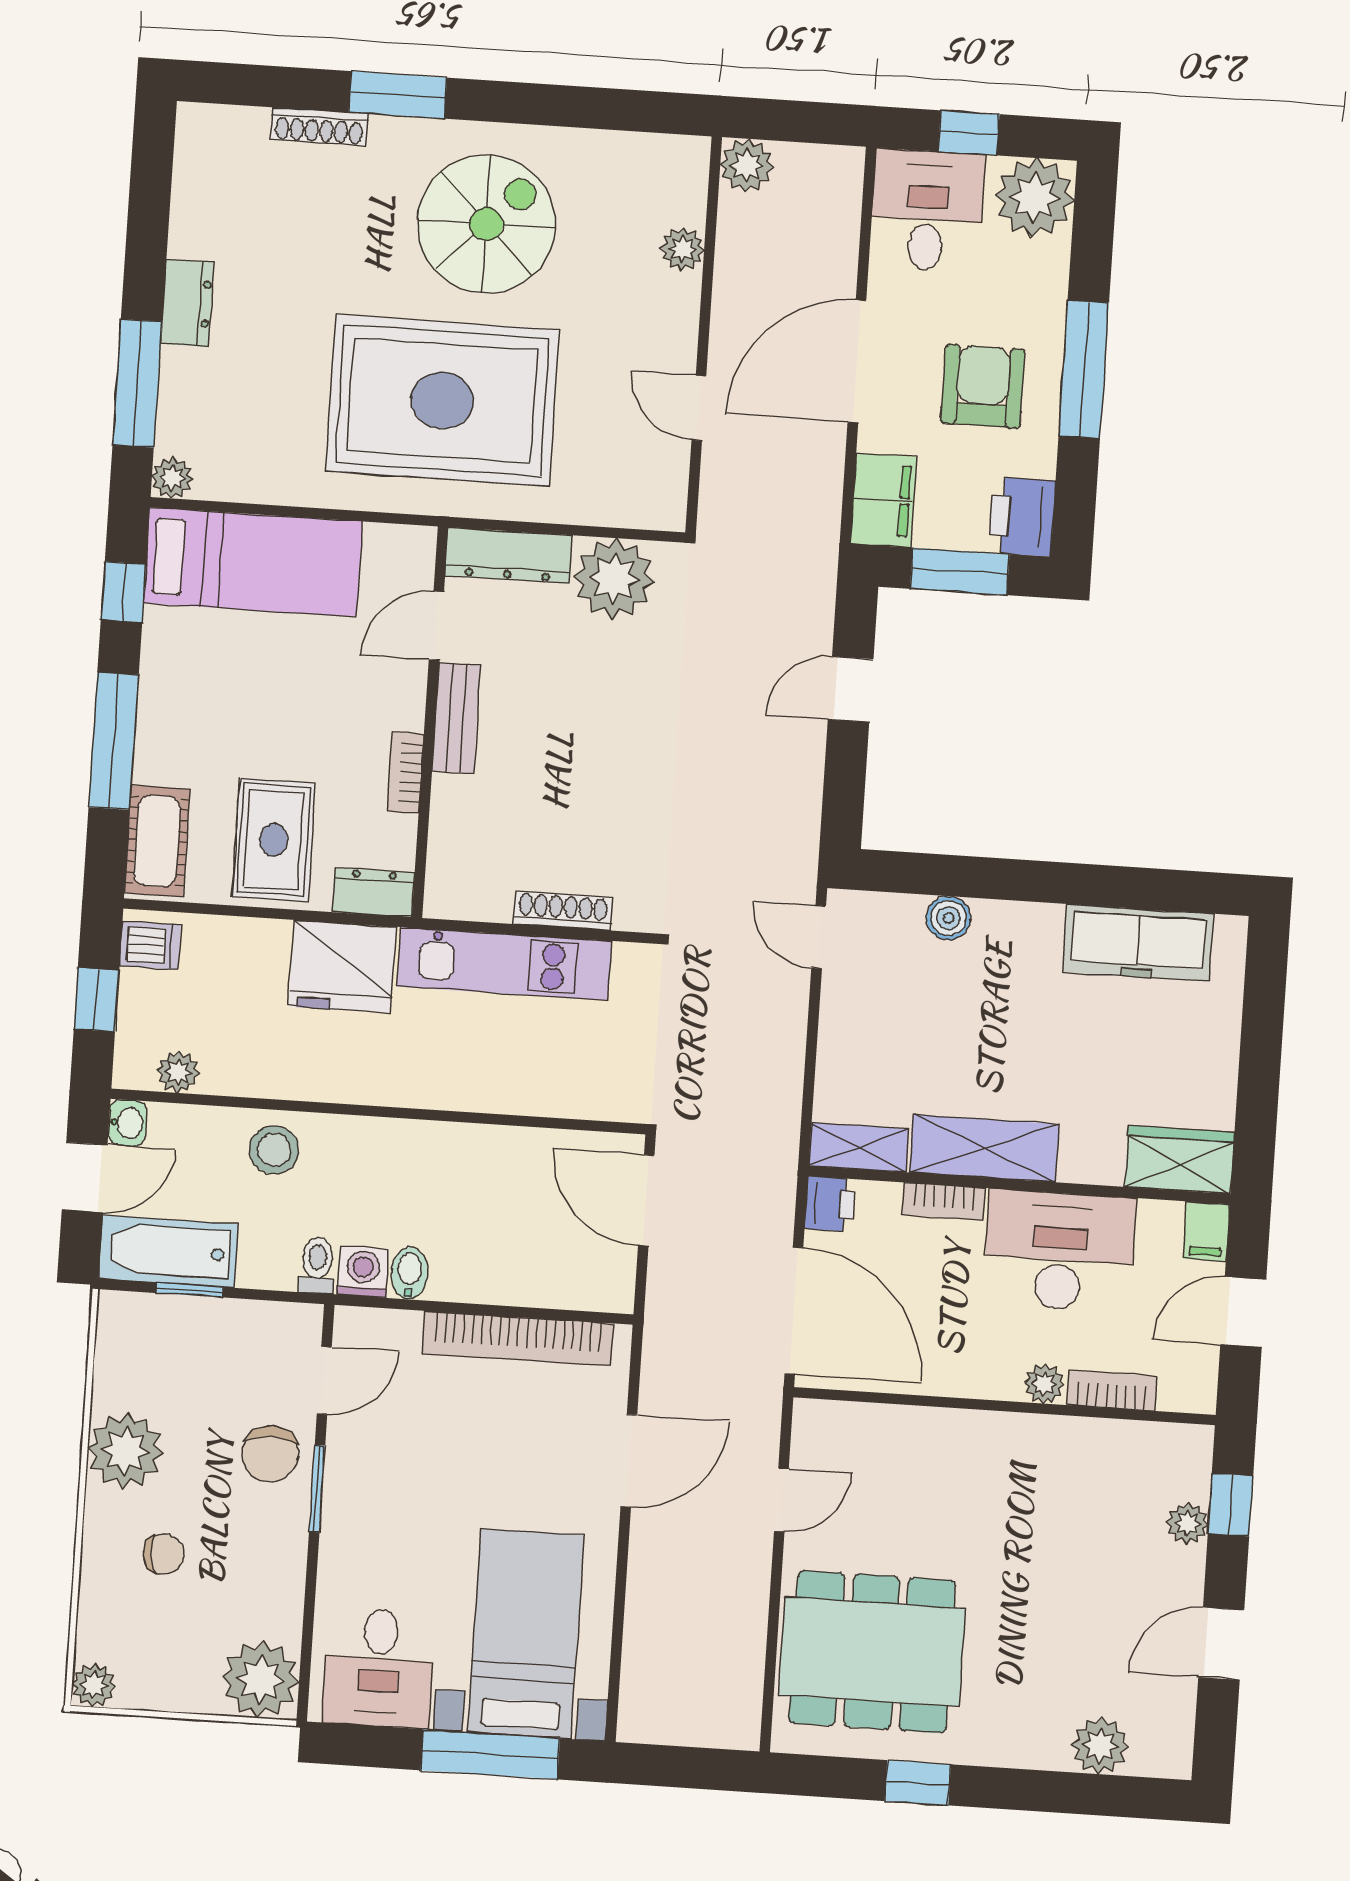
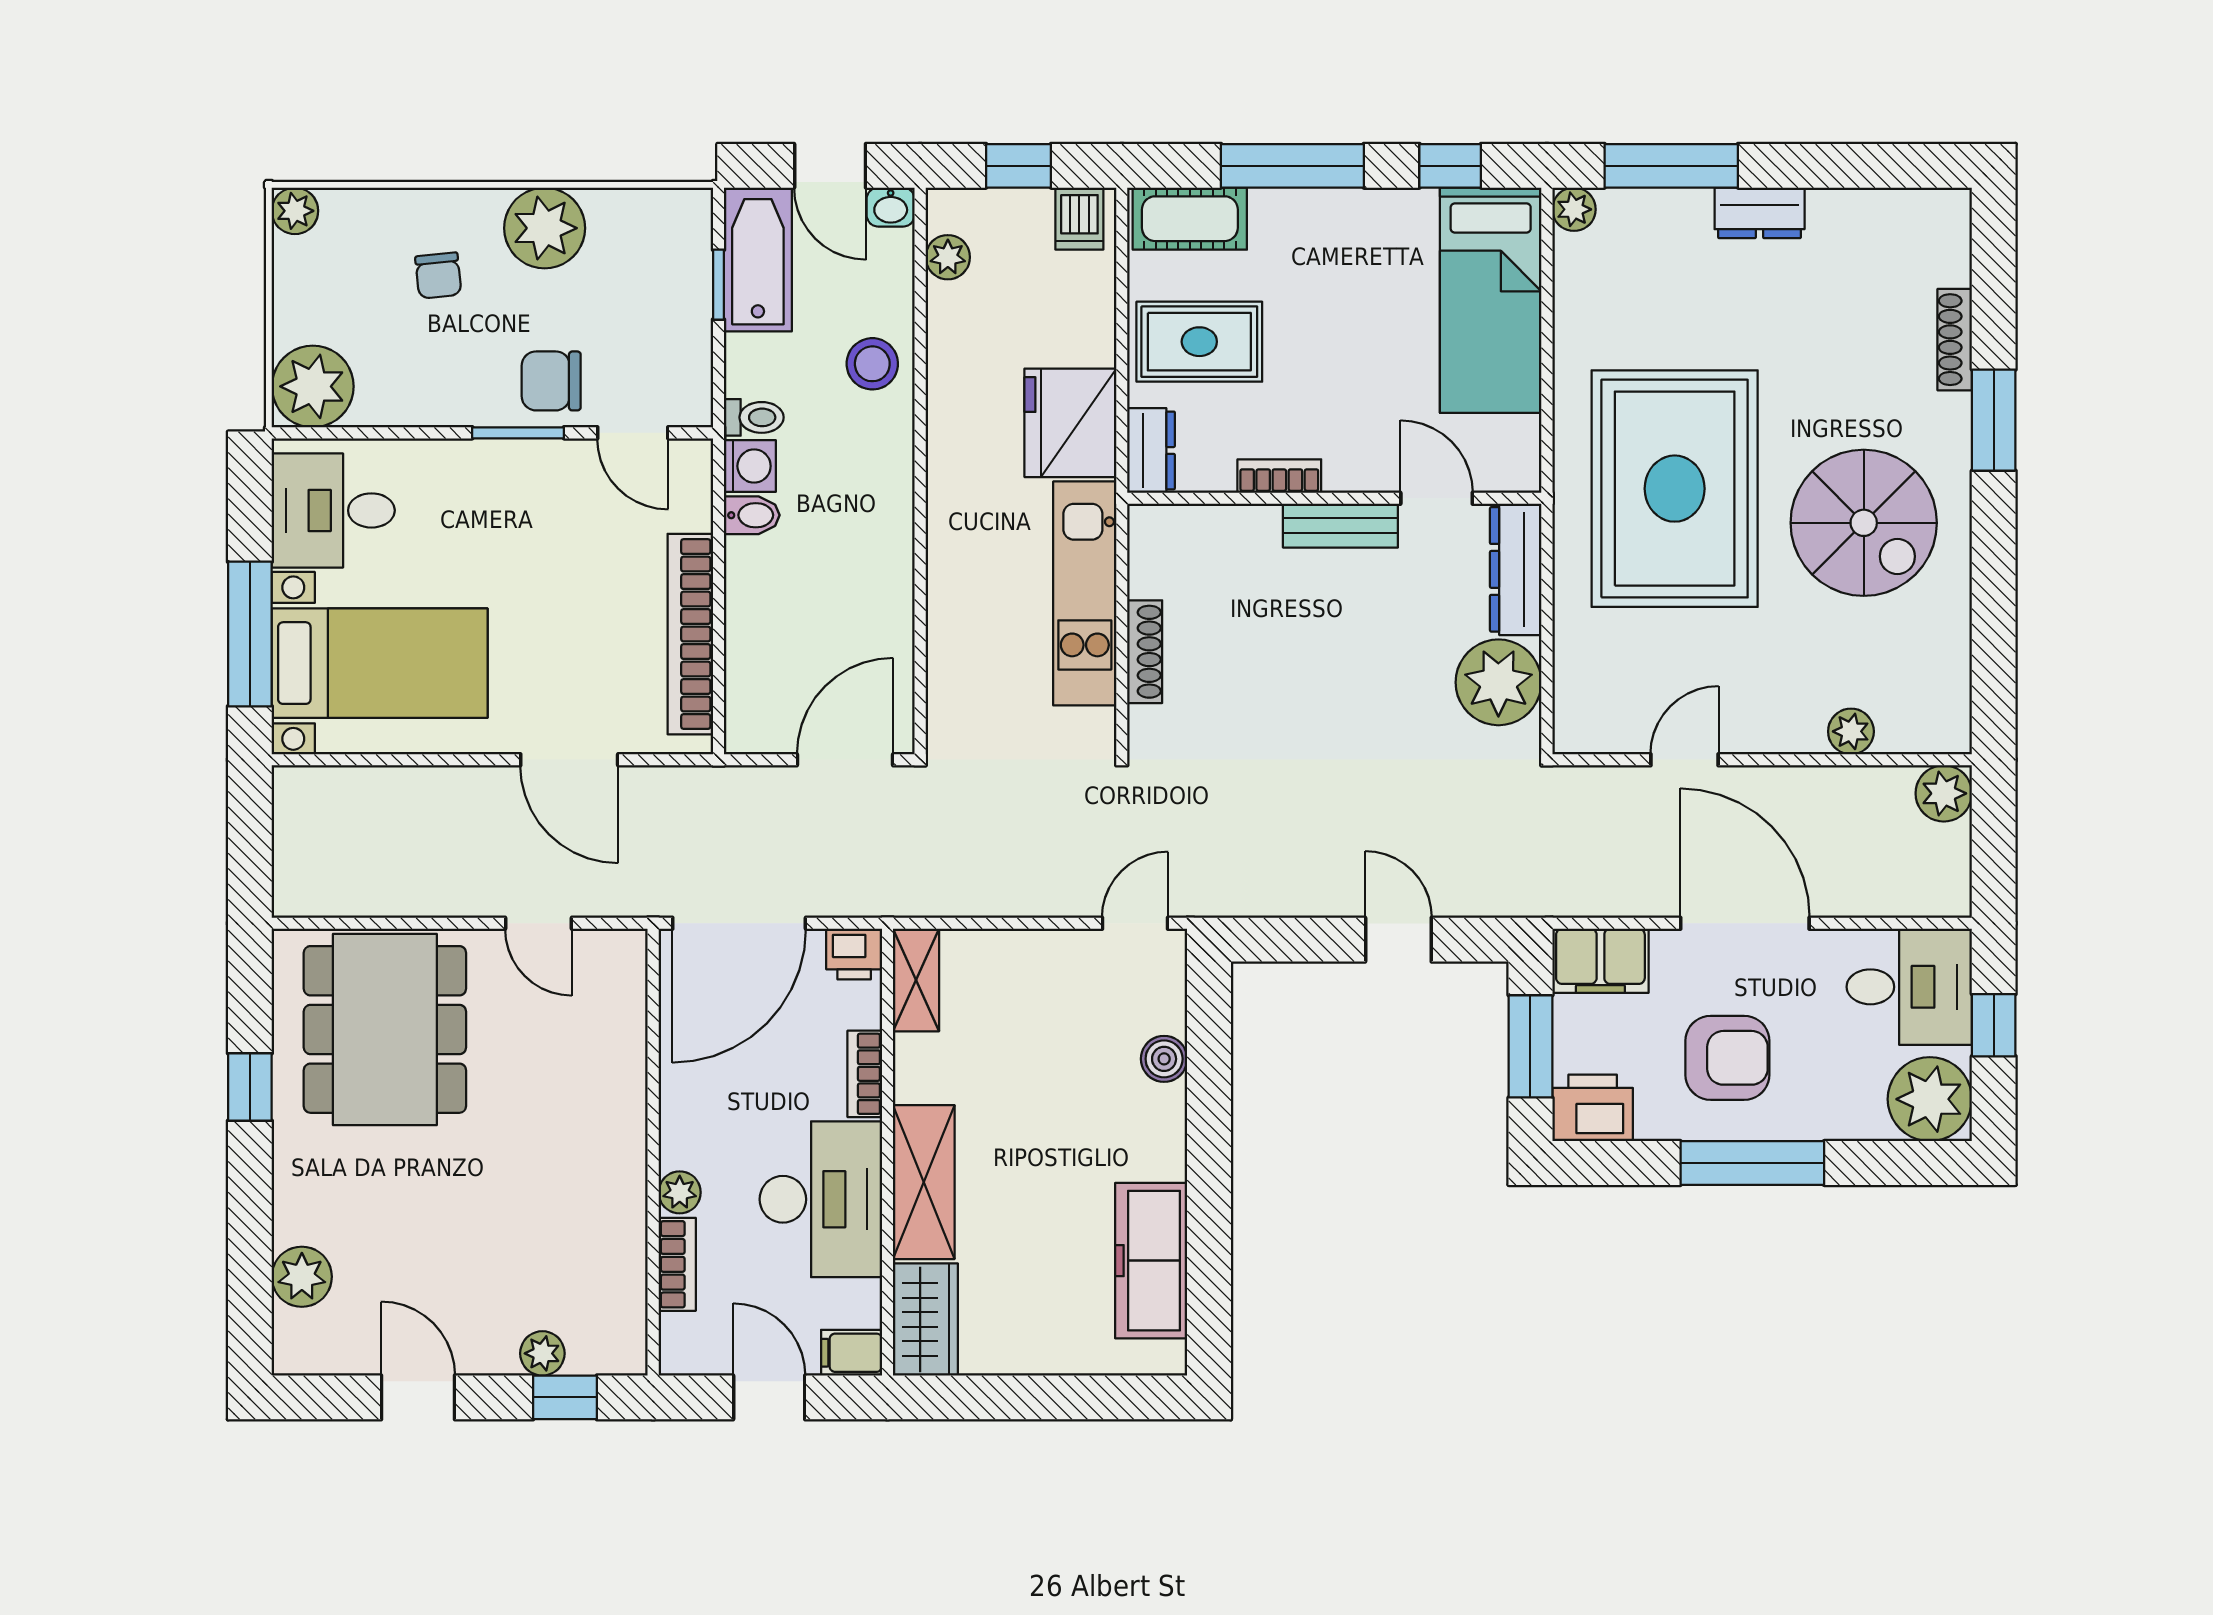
shelving: (984, 1148) -> (924, 1182), moved

